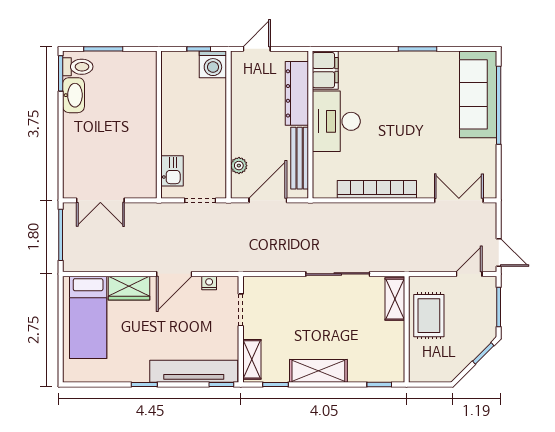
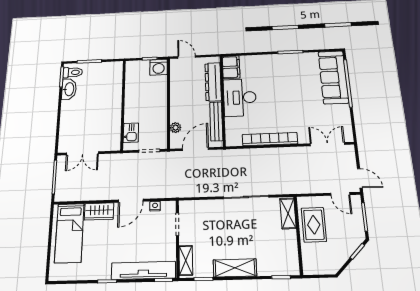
door: (257, 49) -> (187, 57), hinge flipped
door: (469, 274) -> (340, 194), swing flipped

